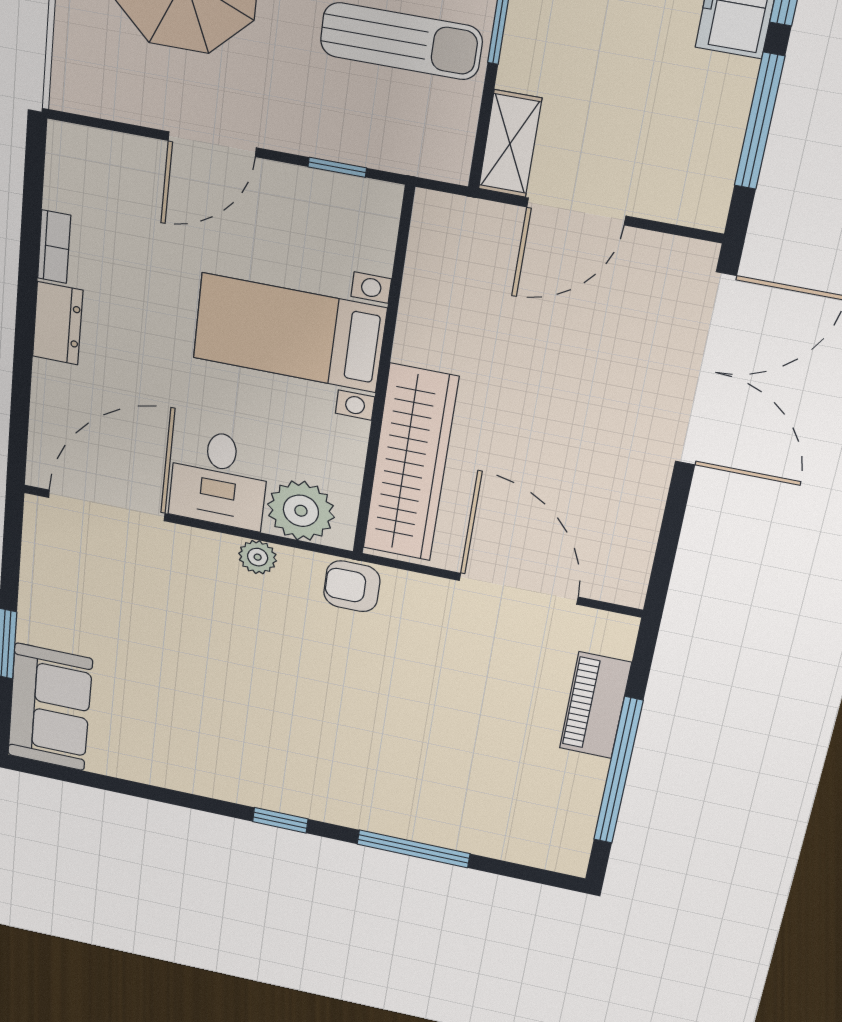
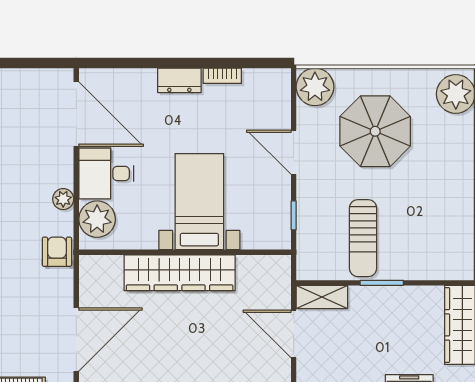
plant: (87, 80) -> (315, 87), added
wardrobe: (410, 464) -> (180, 273), moved

